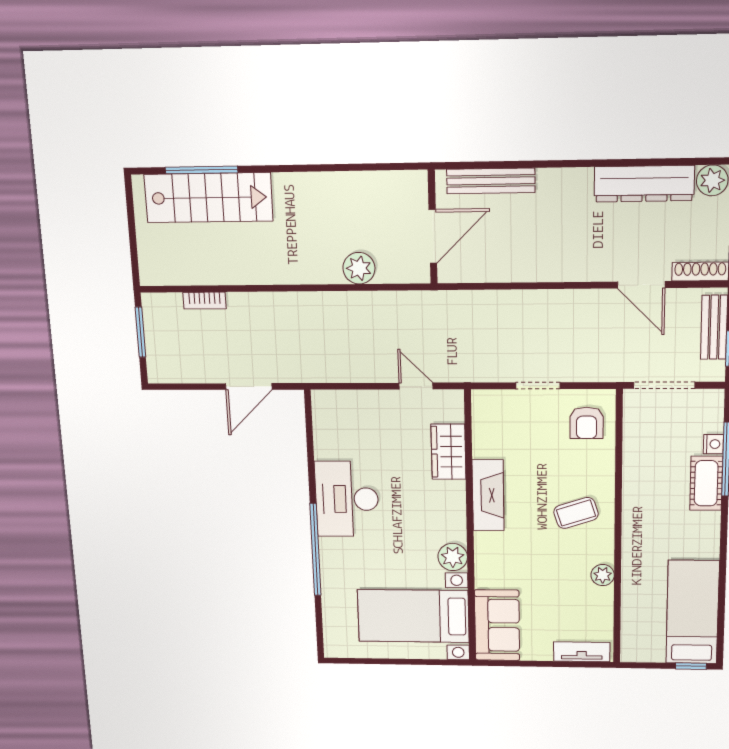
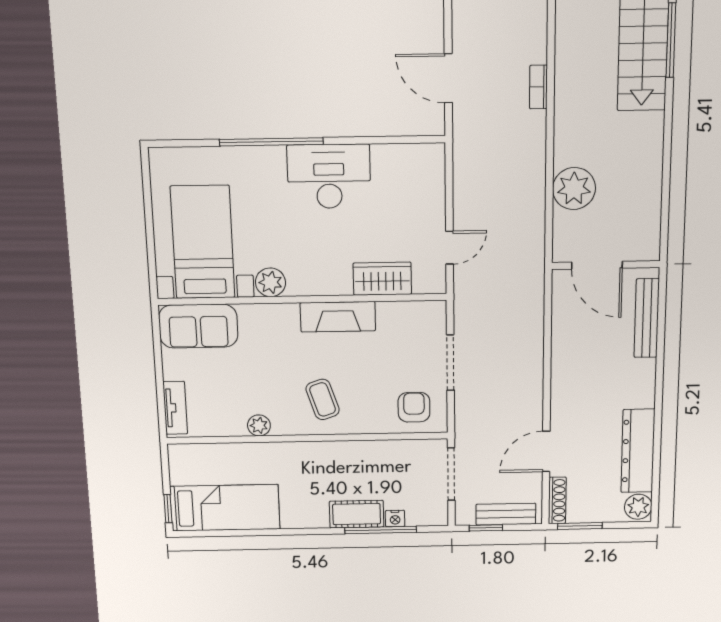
plant: (359, 268) -> (574, 189), width x1.36, depth x1.36
bookcase: (204, 301) -> (538, 87), moved
doorway: (538, 386) -> (450, 363), width x1.38
armchair: (587, 423) -> (414, 407), turned 90

